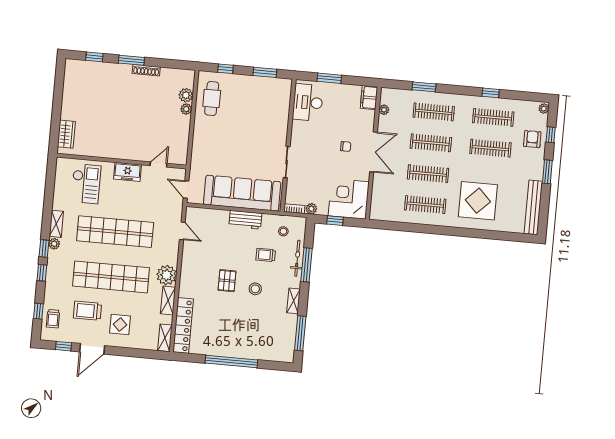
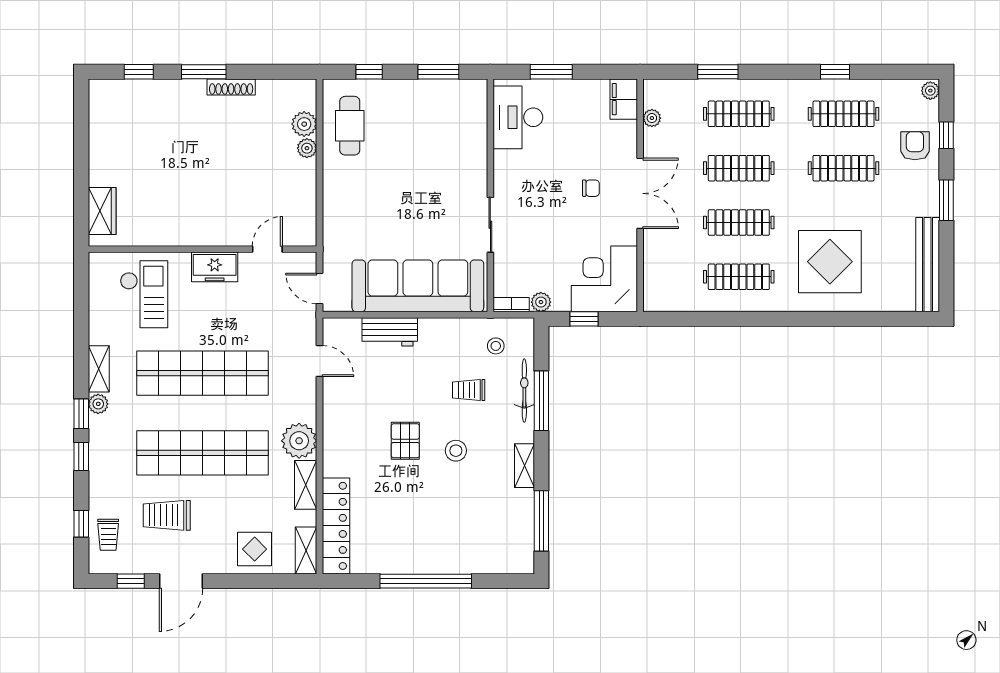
workbench: (245, 220) -> (390, 332), moved
display table: (120, 324) -> (255, 549), moved

